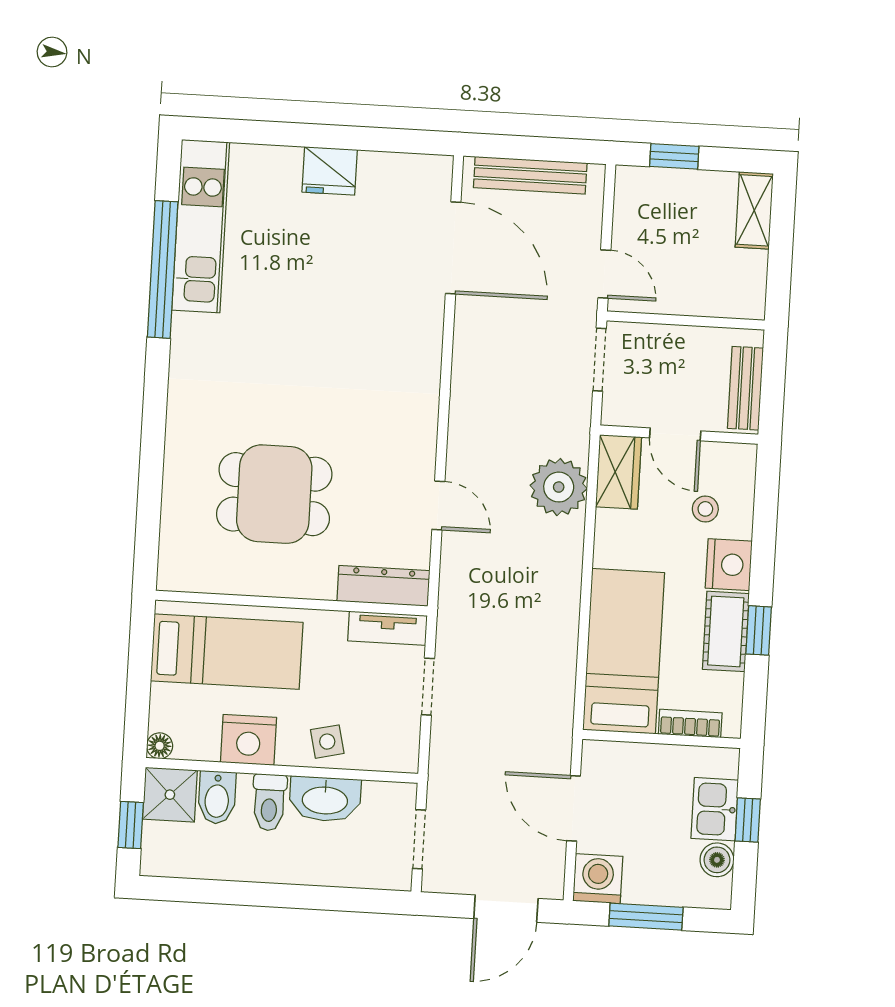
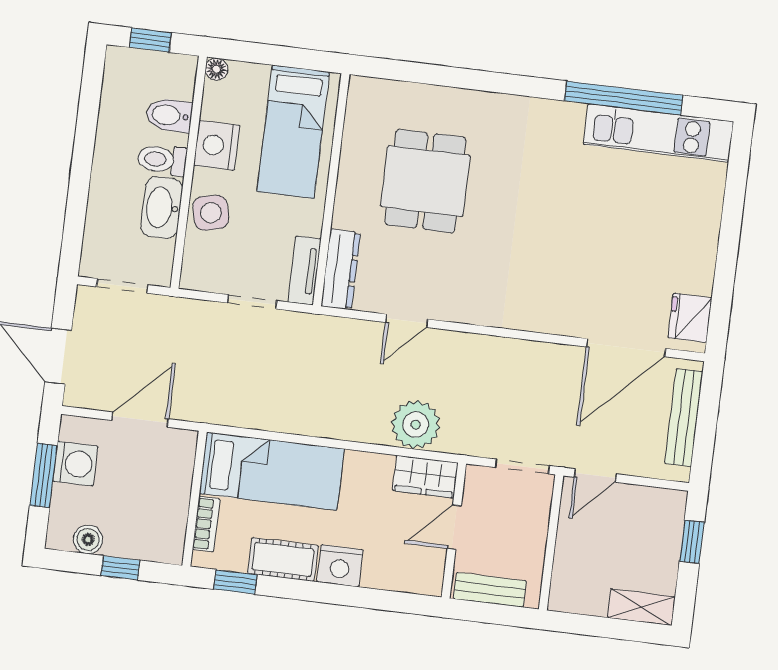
fridge: (330, 171) -> (690, 318), moved
stool: (705, 509) -> (389, 549), removed
window: (759, 630) -> (235, 582), moved
side table: (327, 742) -> (211, 213), width x1.37, depth x1.37
shower: (170, 795) -> (174, 75), removed
kitchen sink: (715, 809) -> (132, 540), removed
washing machine: (598, 879) -> (75, 464), moved

